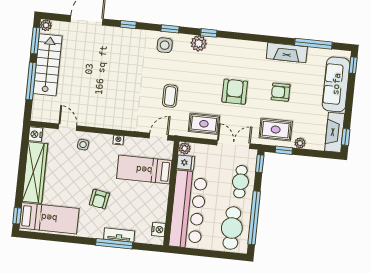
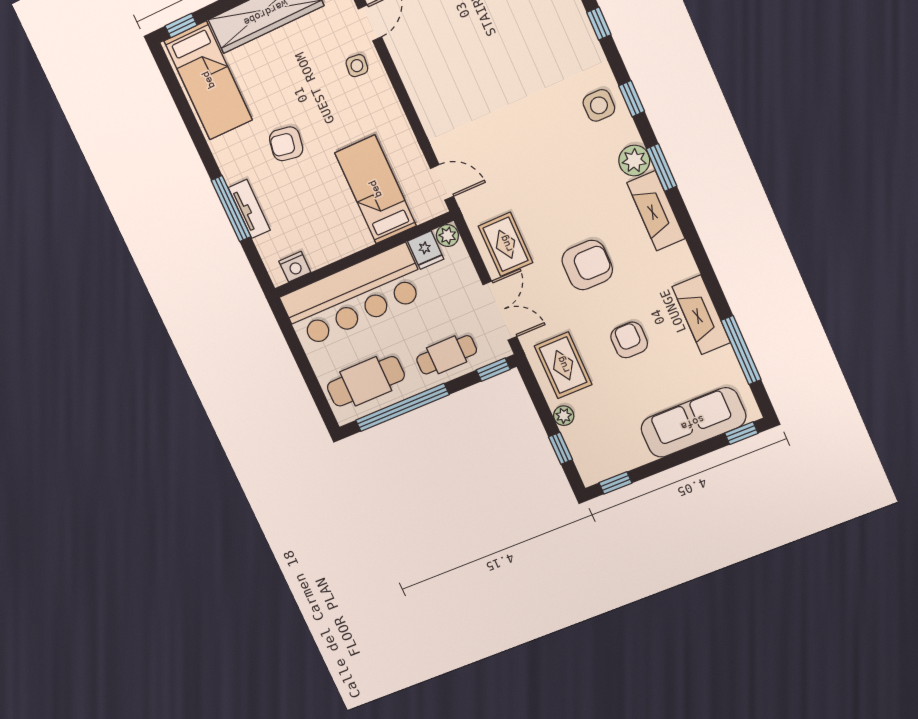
window: (209, 33) -> (662, 168), width x1.50
coffee table: (170, 96) -> (519, 163), removed
fireplace: (335, 132) -> (656, 211), moved, turned -90
nightstand: (118, 140) -> (398, 119), removed
window: (284, 150) -> (560, 448), moved

